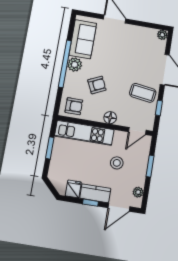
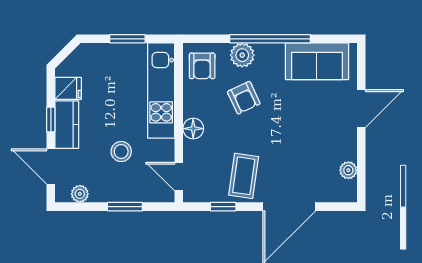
plant: (162, 35) -> (348, 170), moved
plant: (75, 65) -> (242, 55), moved

